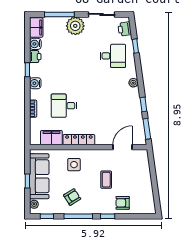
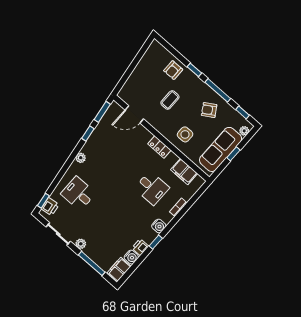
plant: (75, 26) -> (81, 244), width x0.53, depth x0.53
window: (135, 46) -> (43, 201), moved
locker: (79, 140) -> (159, 147), width x0.66
armchair: (123, 203) -> (173, 70), turned 90

